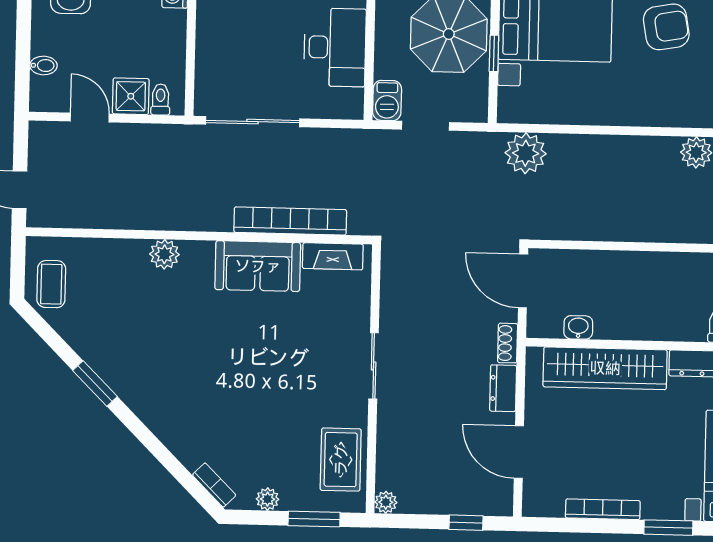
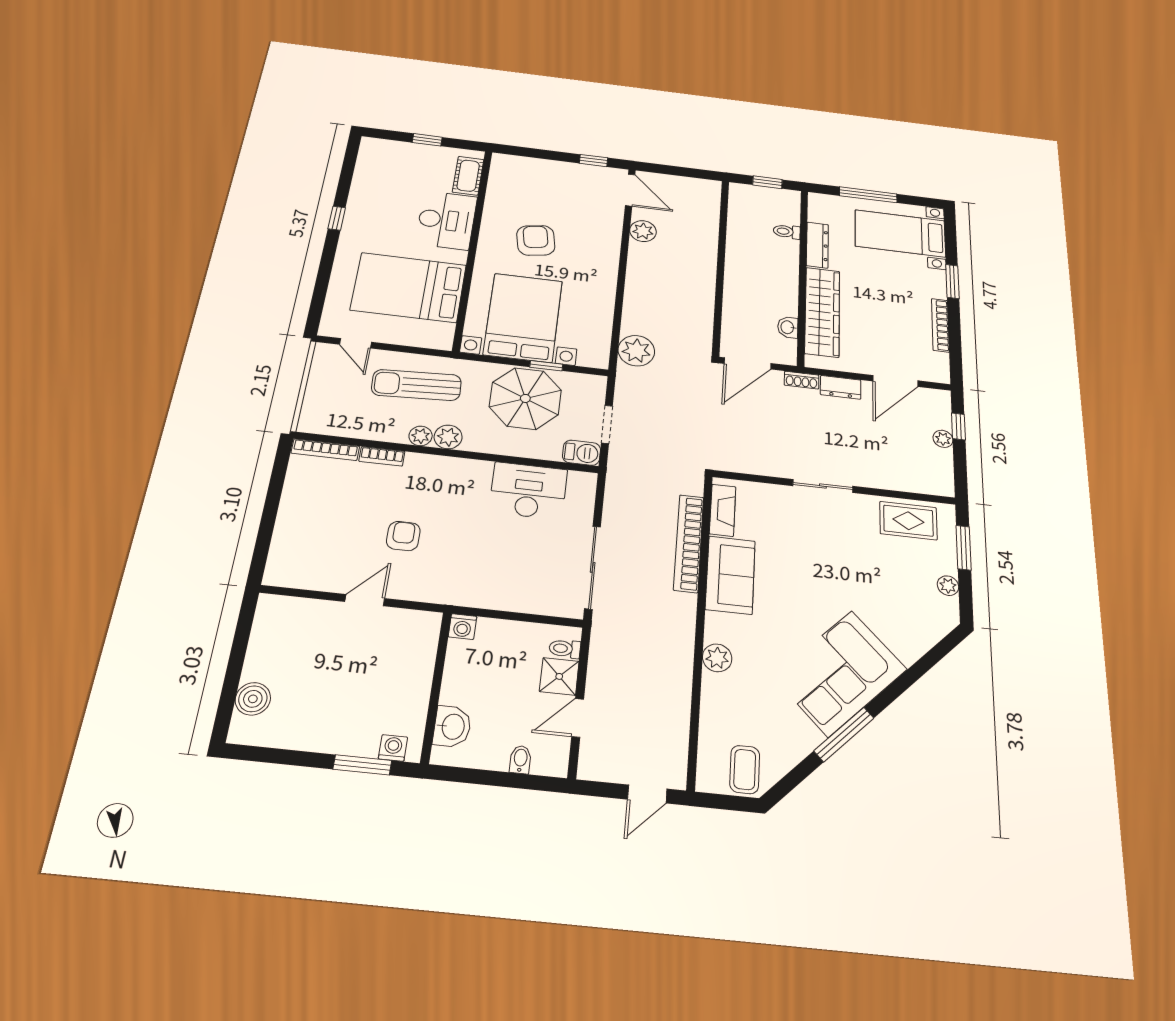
coffee table: (51, 284) -> (745, 769), turned 90
corner sofa: (159, 381) -> (840, 673), added
window: (95, 383) -> (844, 734), width x1.44
bookcase: (214, 485) -> (938, 631), removed
plant: (386, 502) -> (943, 439), moved

